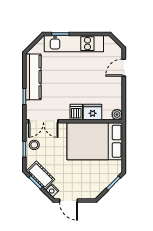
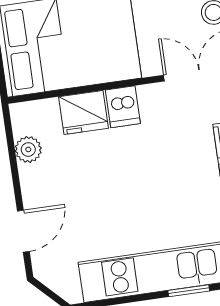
plant: (117, 114) -> (28, 149), moved

